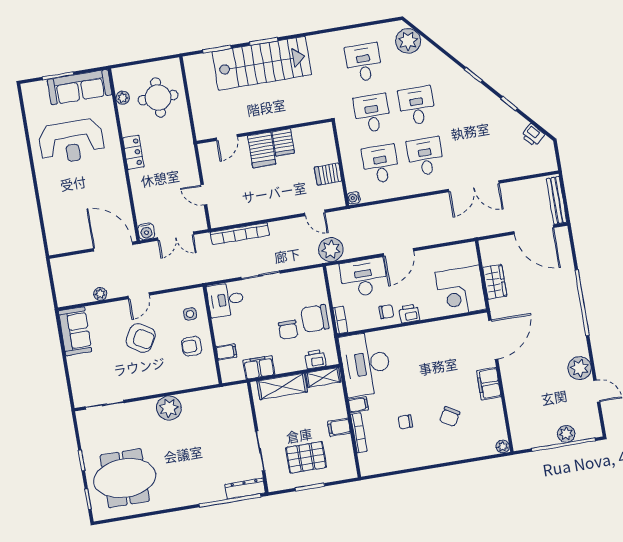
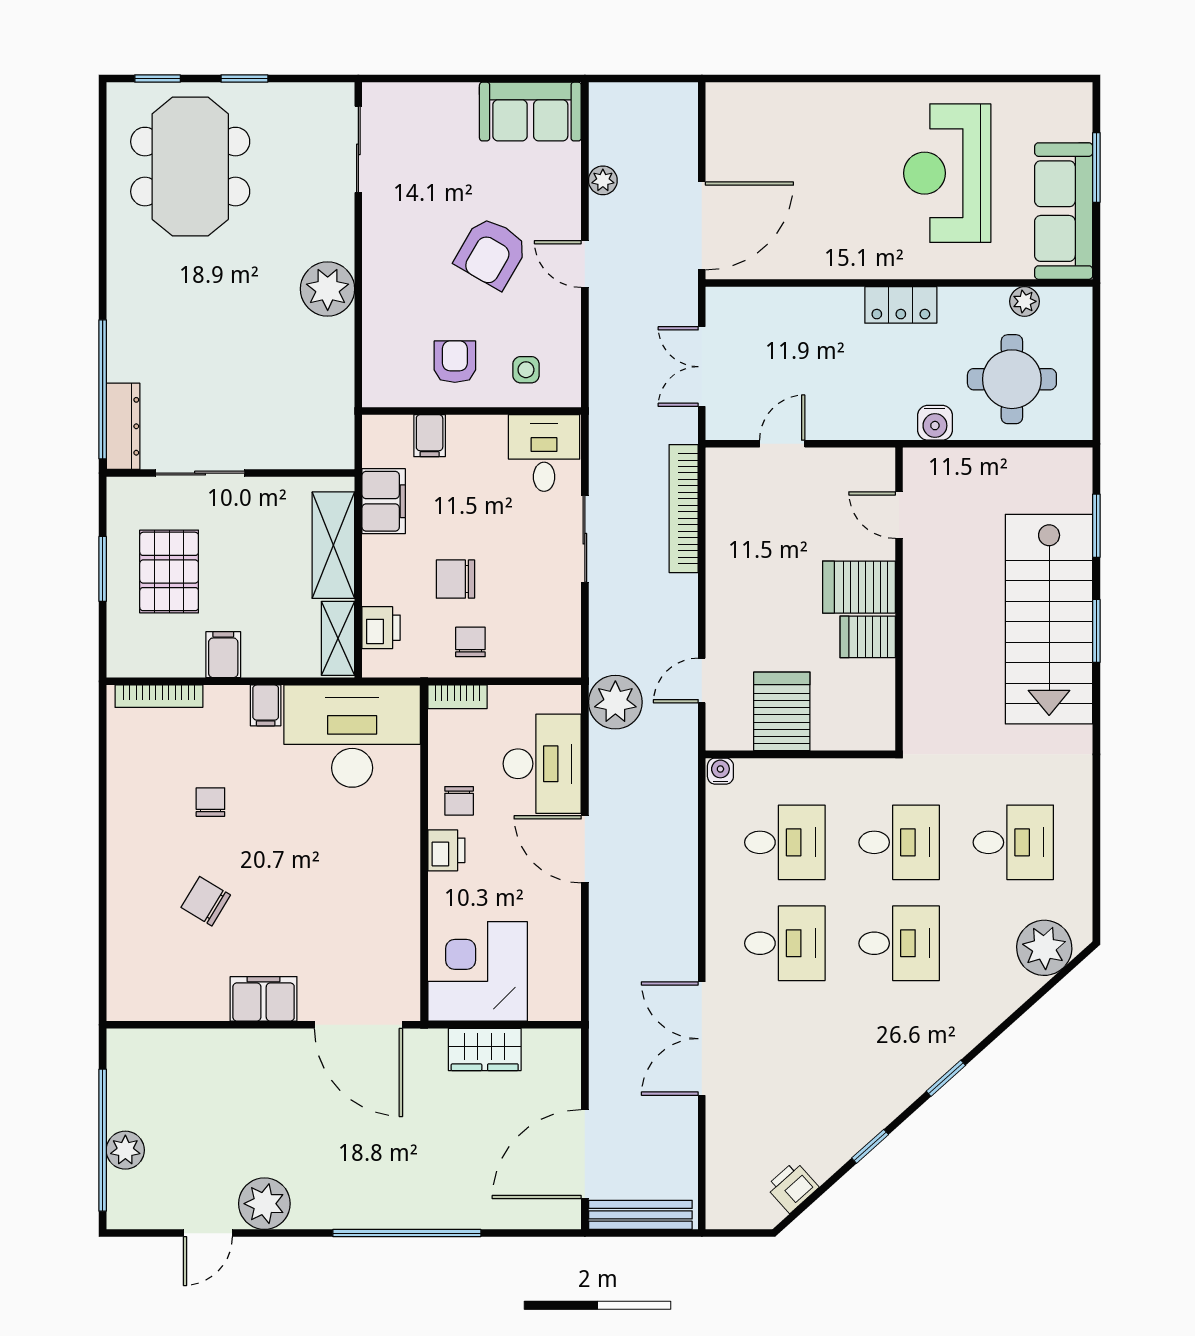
server rack: (328, 174) -> (782, 711), width x1.36, depth x1.44
water cooler: (146, 231) -> (935, 423), moved, turned -90
chair: (315, 318) -> (470, 642), width x0.54, depth x0.54
bookcase: (359, 433) -> (159, 696), moved
plant: (503, 447) -> (121, 1007), removed

